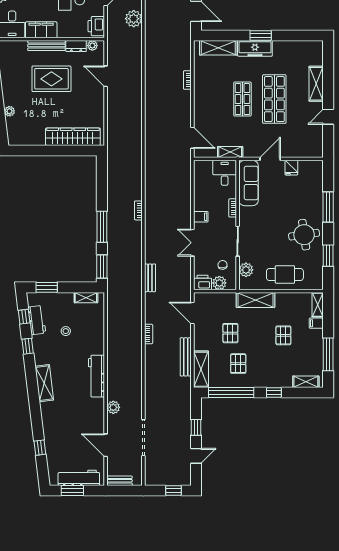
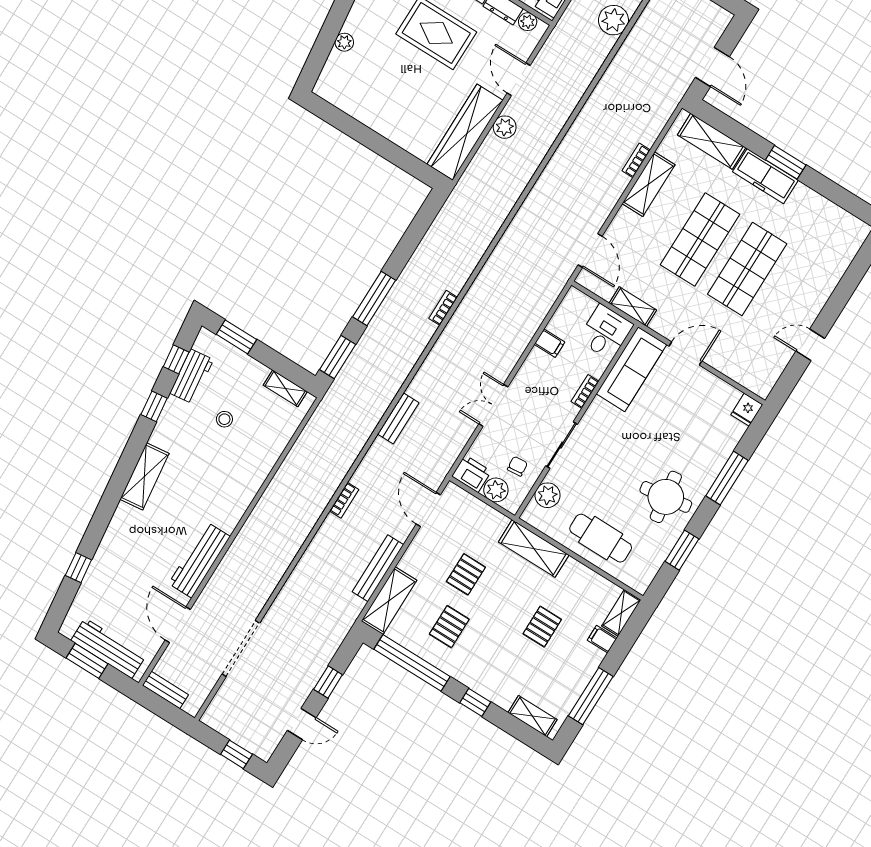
shelving: (316, 84) -> (649, 184), moved
shop shelf: (242, 99) -> (700, 239), width x1.43, depth x1.36
wardrobe: (73, 137) -> (465, 132), moved, turned -90
fridge: (291, 168) -> (747, 410), moved
filing cabinet: (201, 217) -> (549, 343), moved
workbench: (96, 376) -> (199, 560), moved
plant: (113, 407) -> (505, 127), moved

